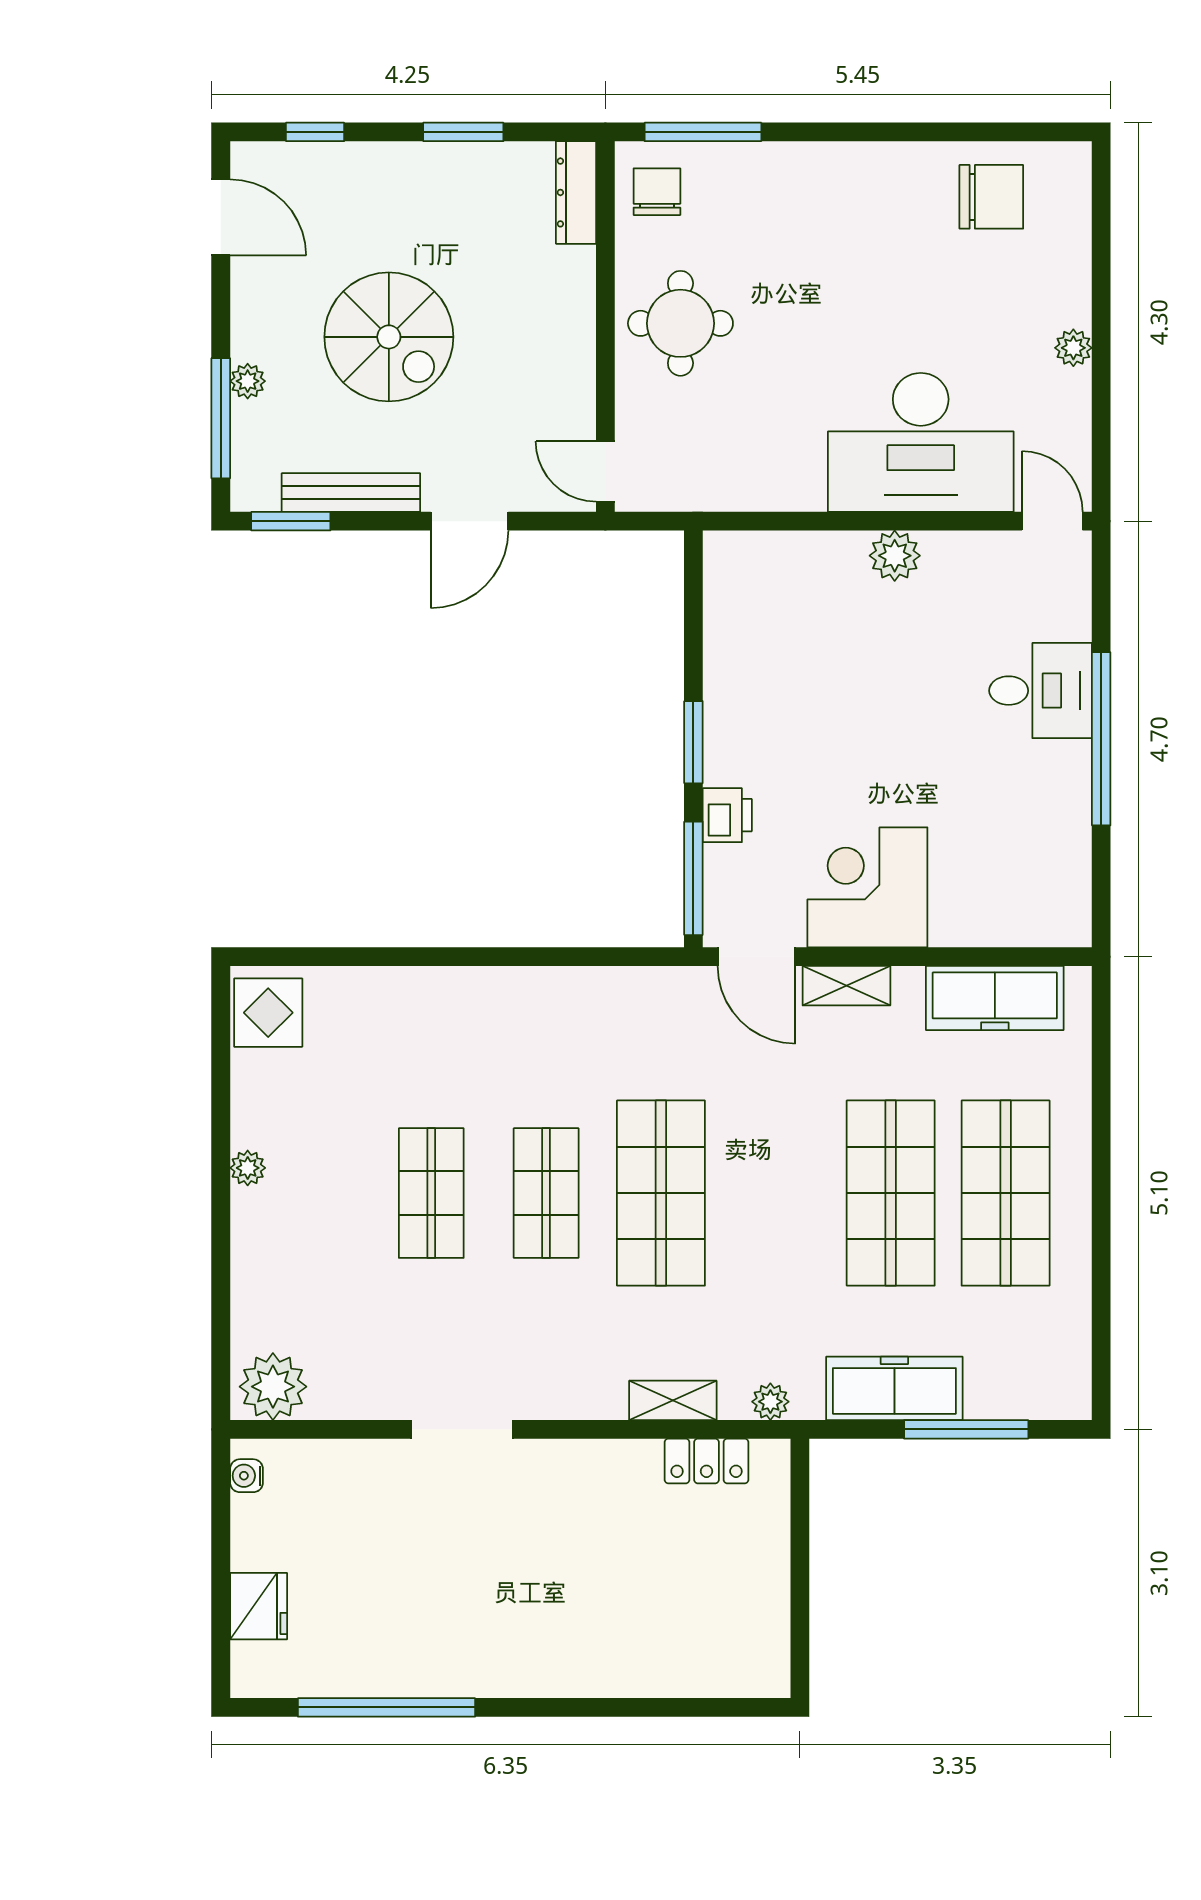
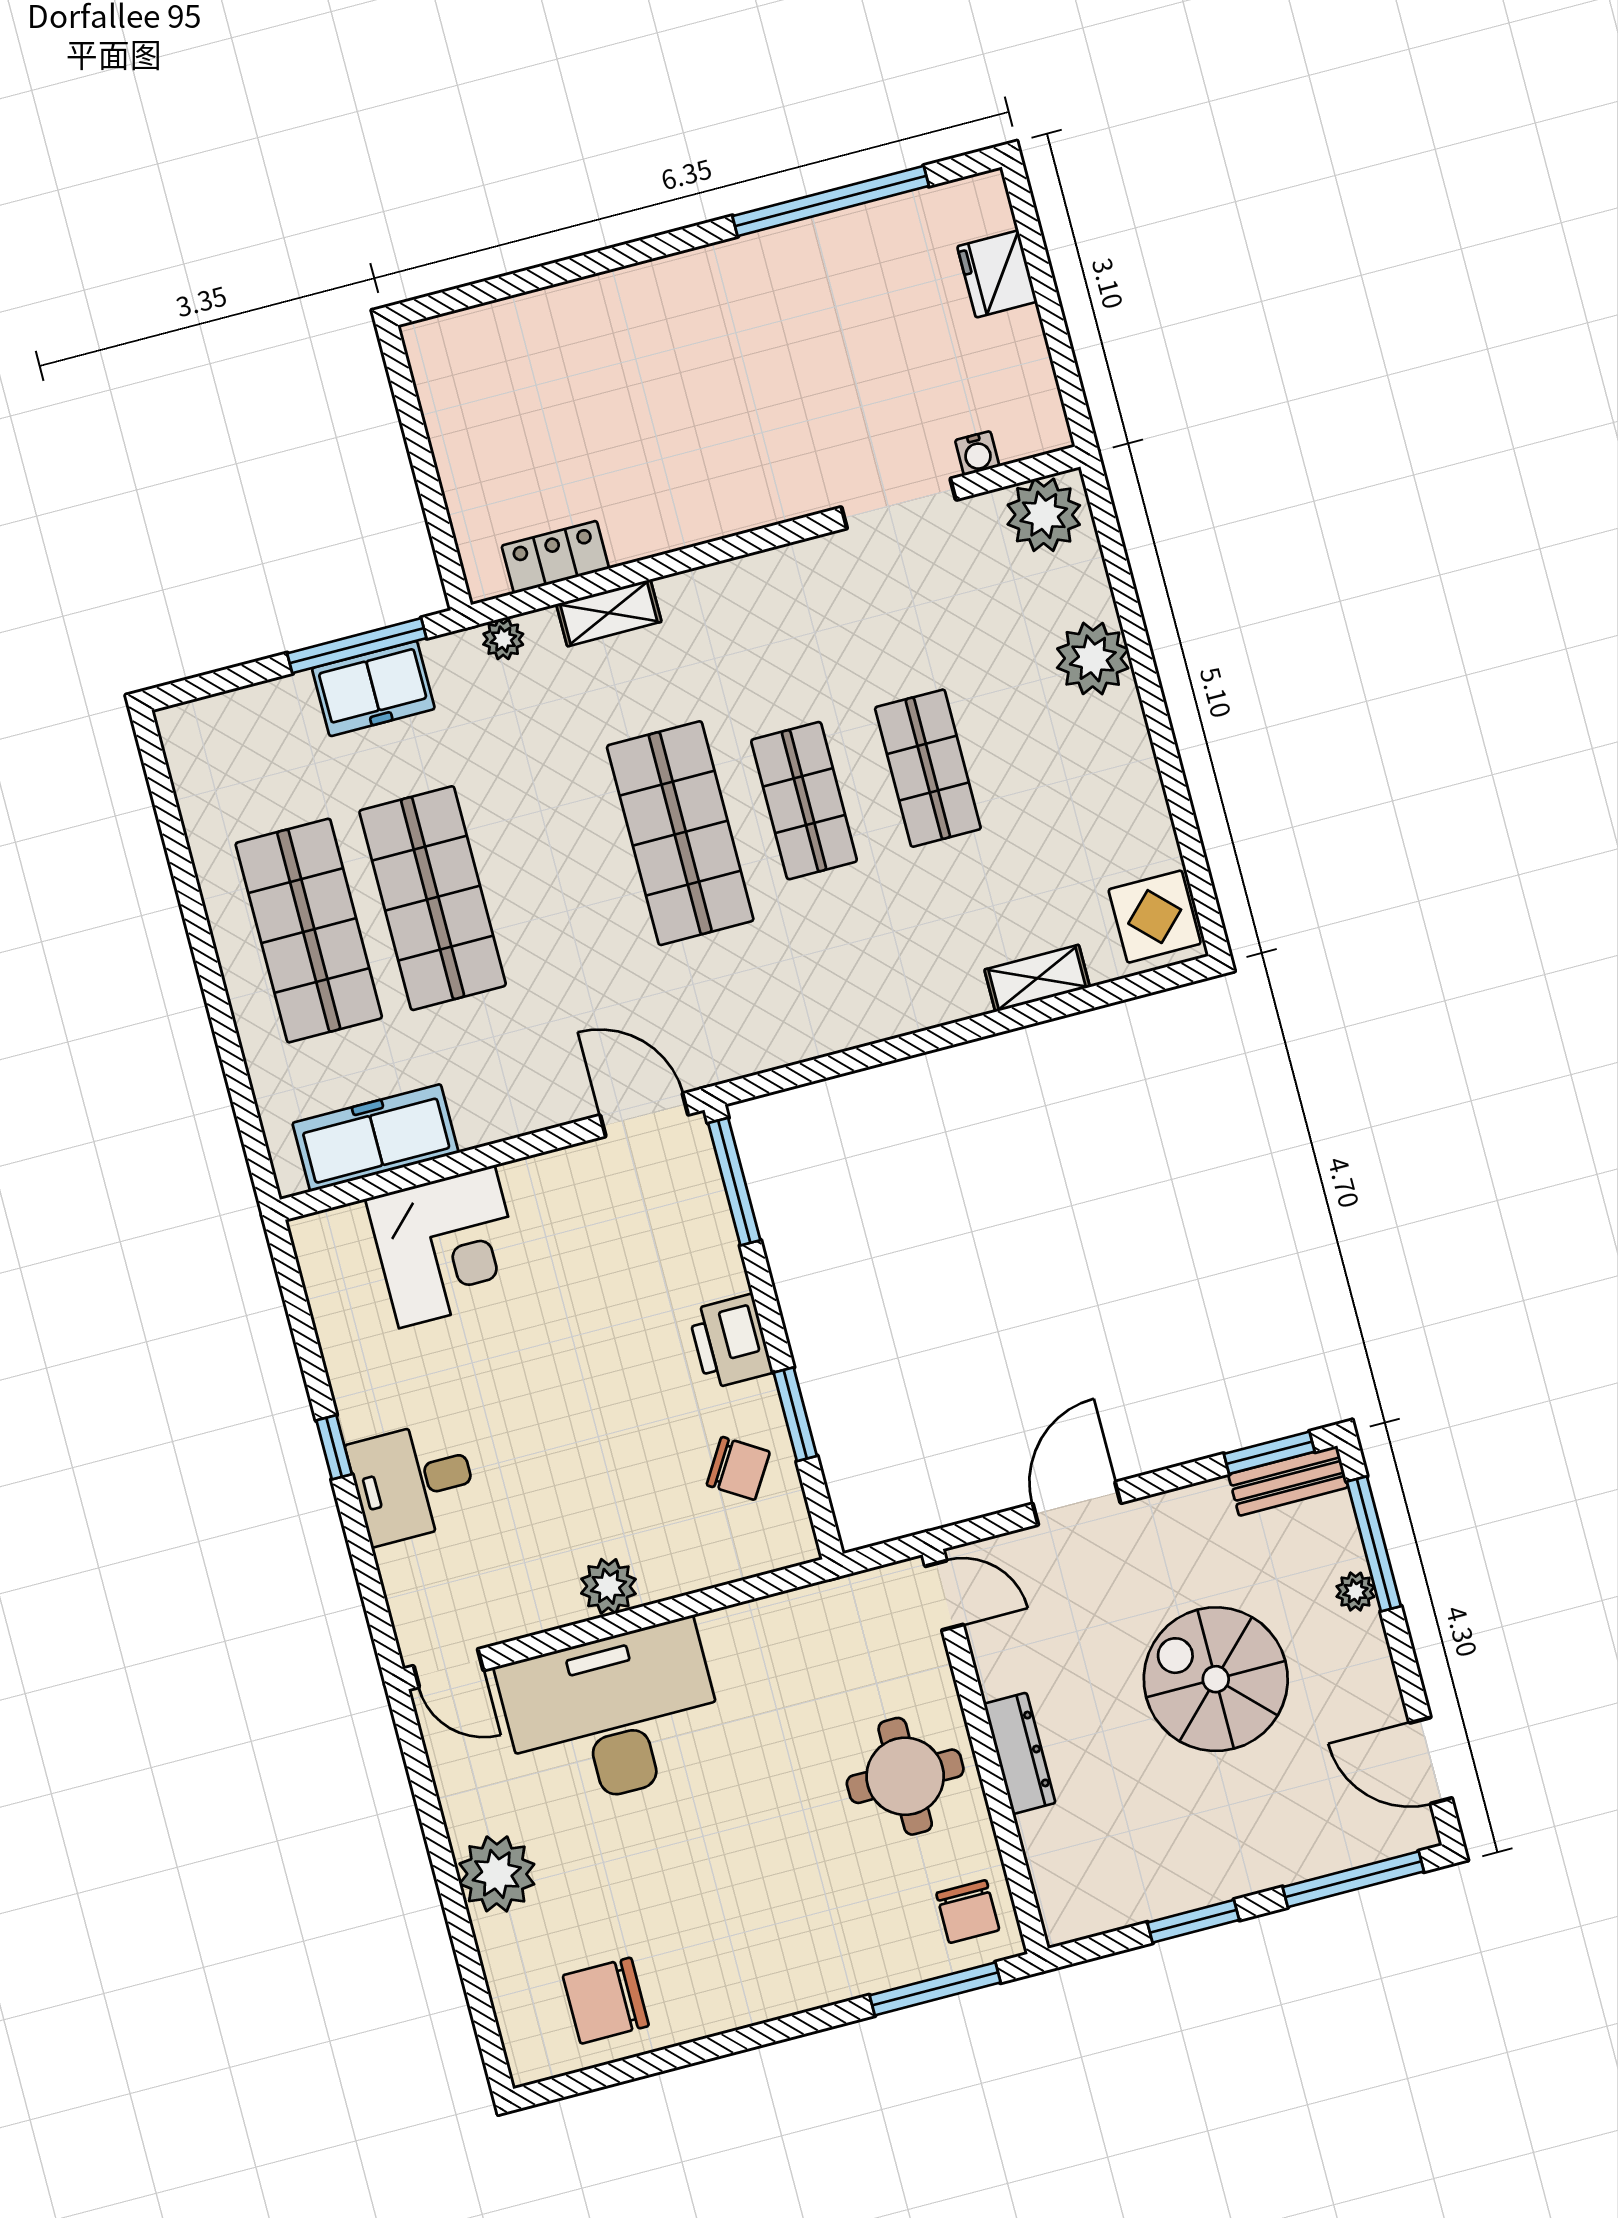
window: (315, 132) -> (1353, 1879), width x2.17
dresser: (576, 192) -> (1020, 1753), moved
plant: (1073, 348) -> (497, 1874), width x1.87, depth x1.87
bench: (351, 493) -> (1288, 1481), moved, width x0.73
chair: (755, 629) -> (738, 1468), added
window: (1101, 739) -> (334, 1447), width x0.32
window: (693, 742) -> (795, 1414), moved
printer: (727, 815) -> (730, 1342), moved, width x1.36, depth x1.24
corner desk: (867, 887) -> (447, 1247), moved
shelving: (846, 986) -> (1037, 978), moved
plant: (248, 1168) -> (1093, 658), moved, width x1.88, depth x1.88
freezer: (894, 1388) -> (373, 689), width x0.71
doorway: (462, 1429) -> (899, 504), moved
window: (966, 1429) -> (357, 646), moved
water cooler: (246, 1476) -> (977, 453), moved, turned 90

